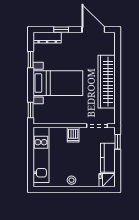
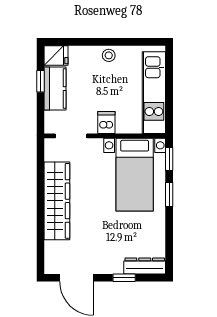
window: (31, 60) -> (169, 195), moved
bed with nightstands: (58, 83) -> (135, 175), moved, turned -90
window: (118, 142) -> (41, 81), moved

